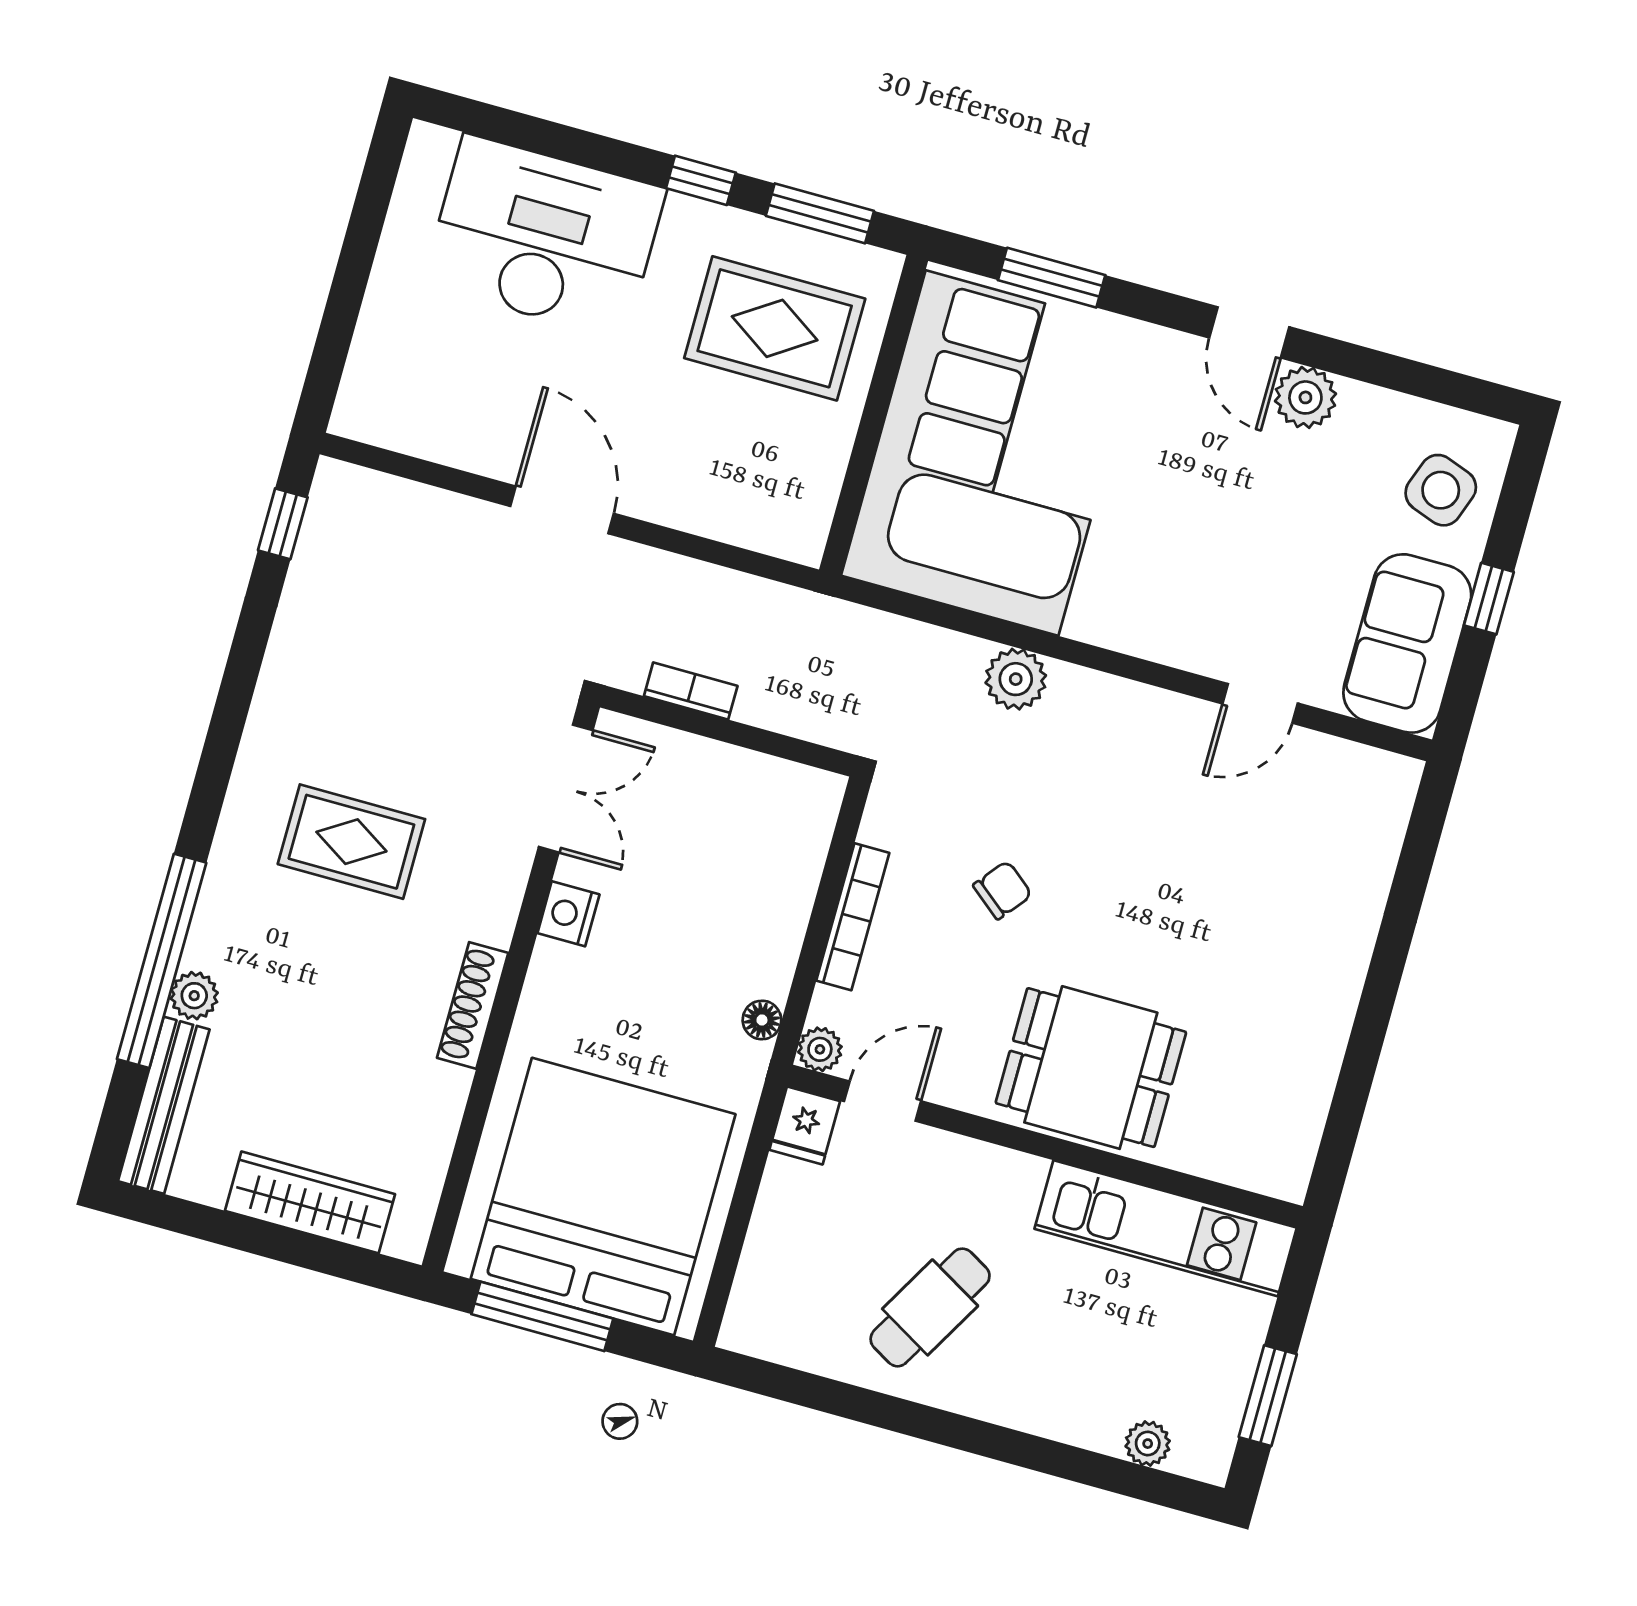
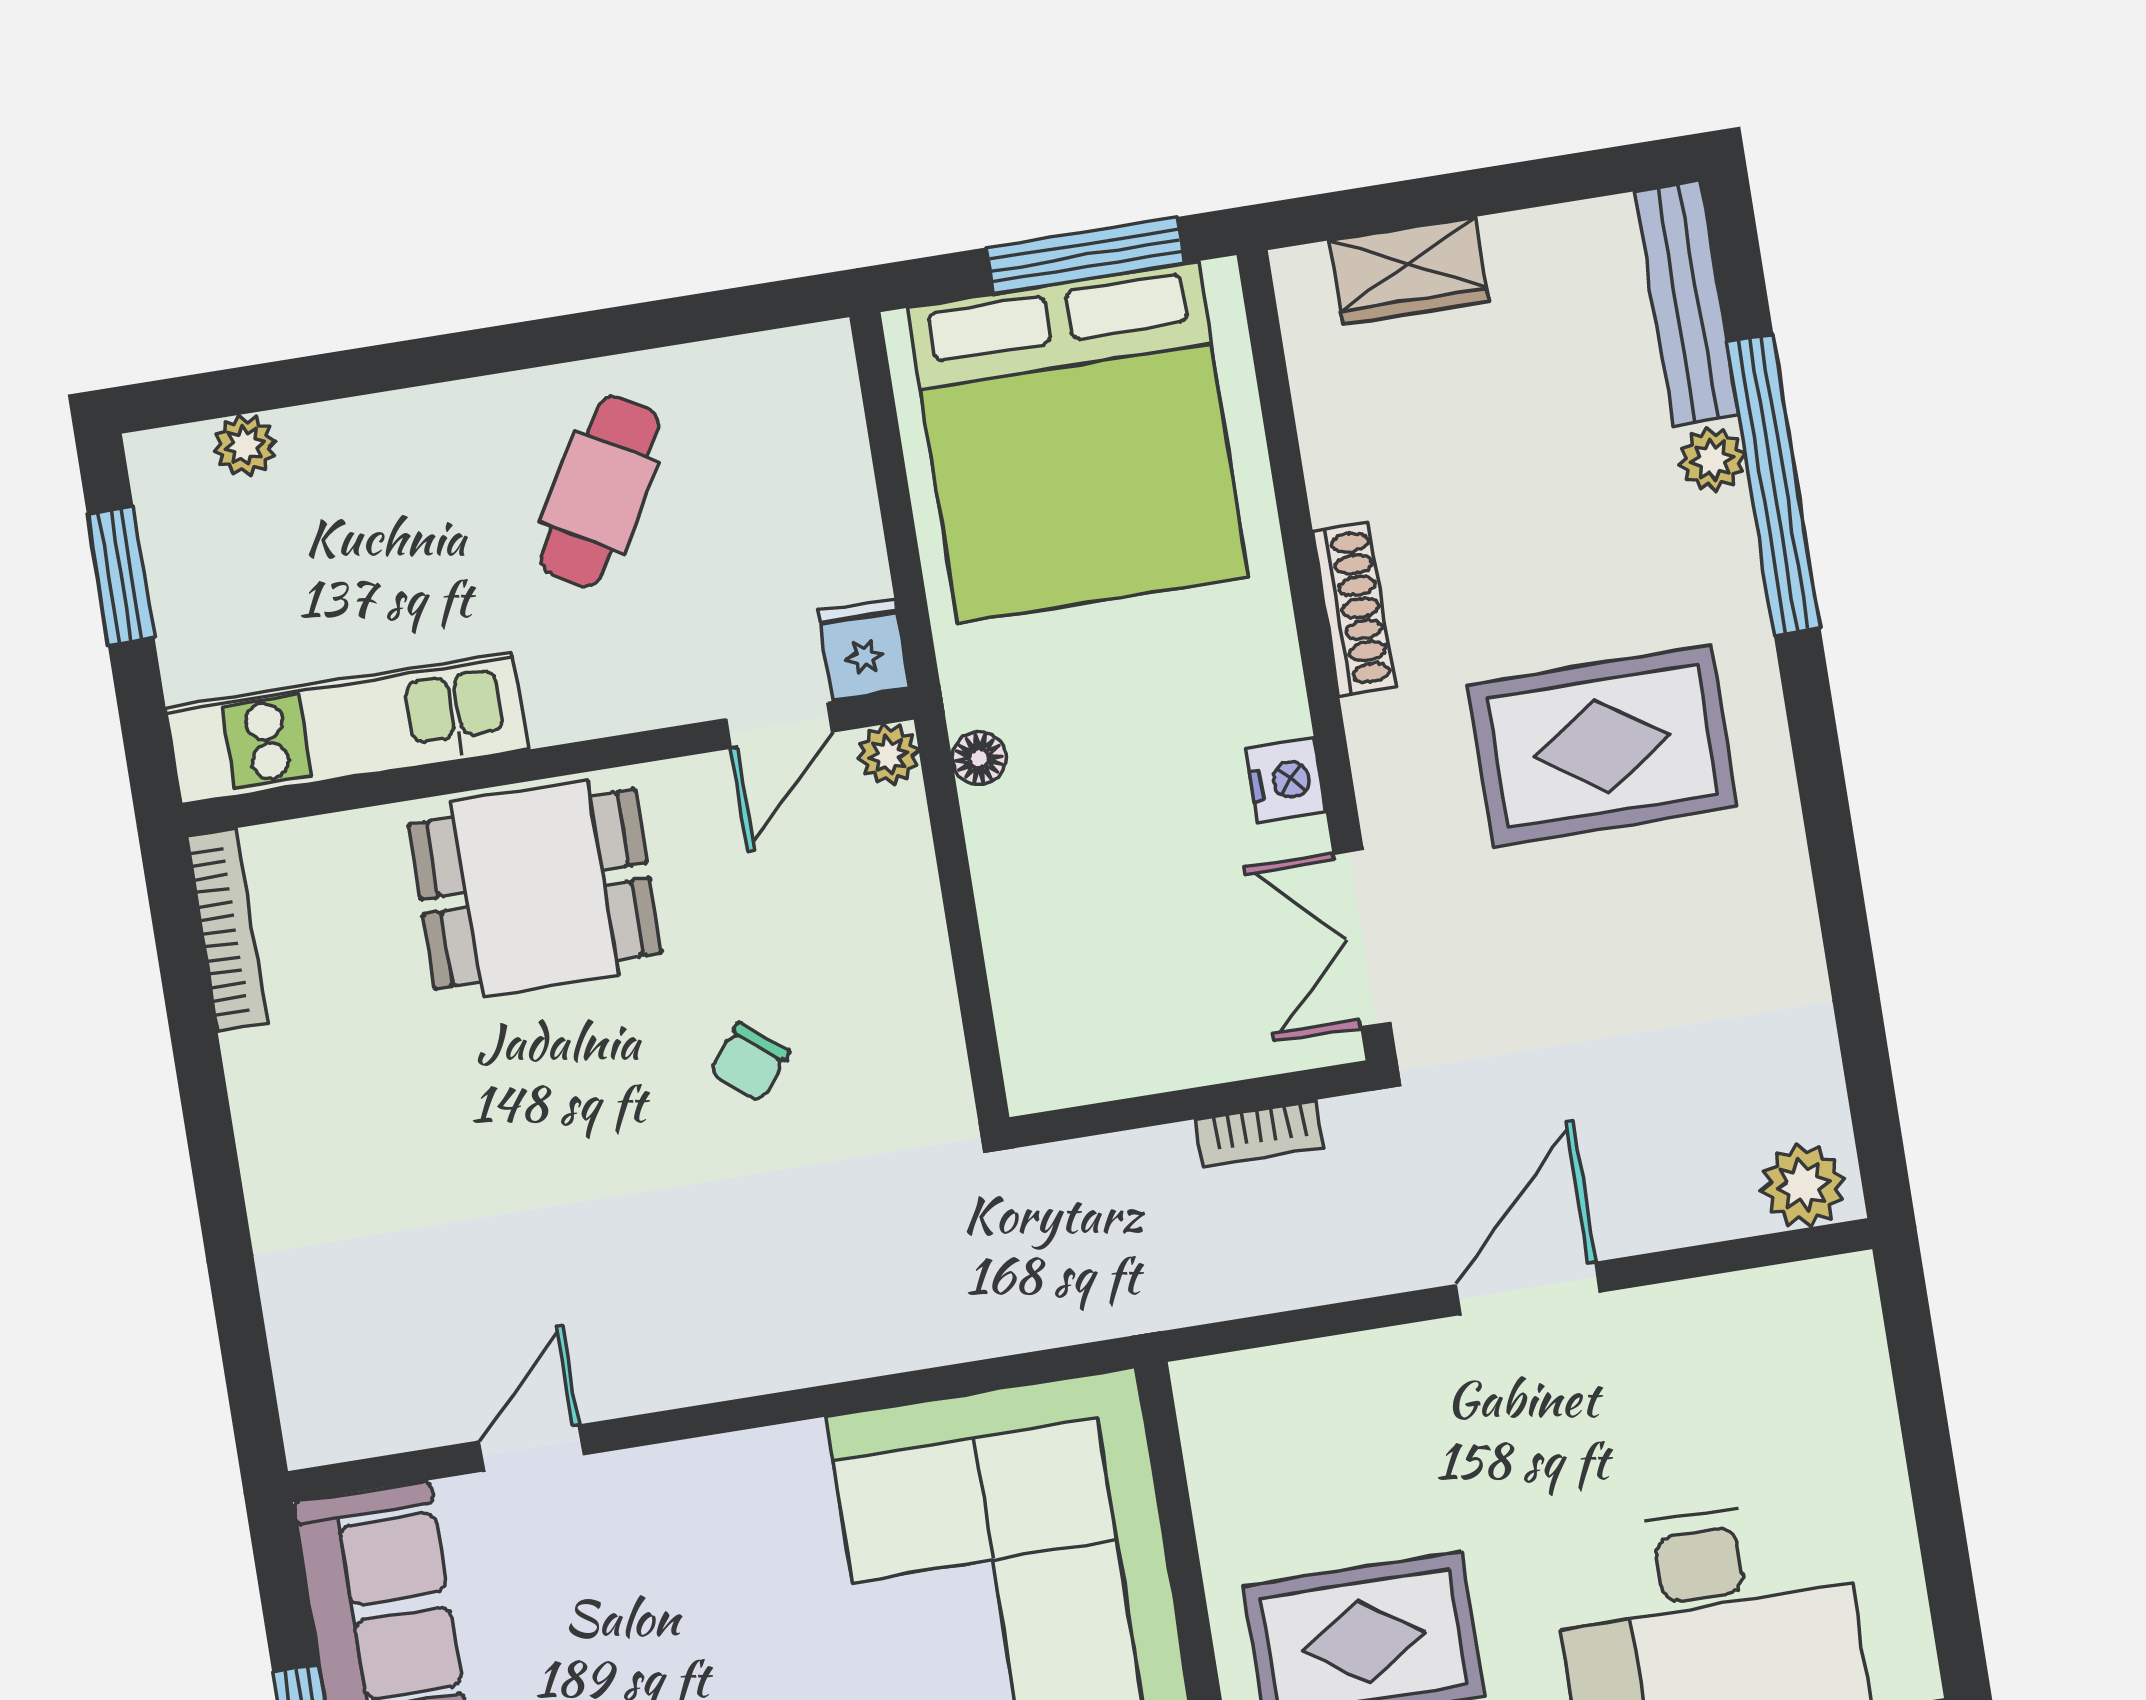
door: (562, 510) -> (1528, 1288), swing flipped
window: (283, 524) -> (1874, 1109), removed
plant: (1016, 679) -> (1803, 1185), moved
rug: (351, 842) -> (1602, 746), width x1.36, depth x1.43
bookcase: (853, 917) -> (227, 930), moved, turned 180
wardrobe: (310, 1202) -> (1409, 271), width x0.67

